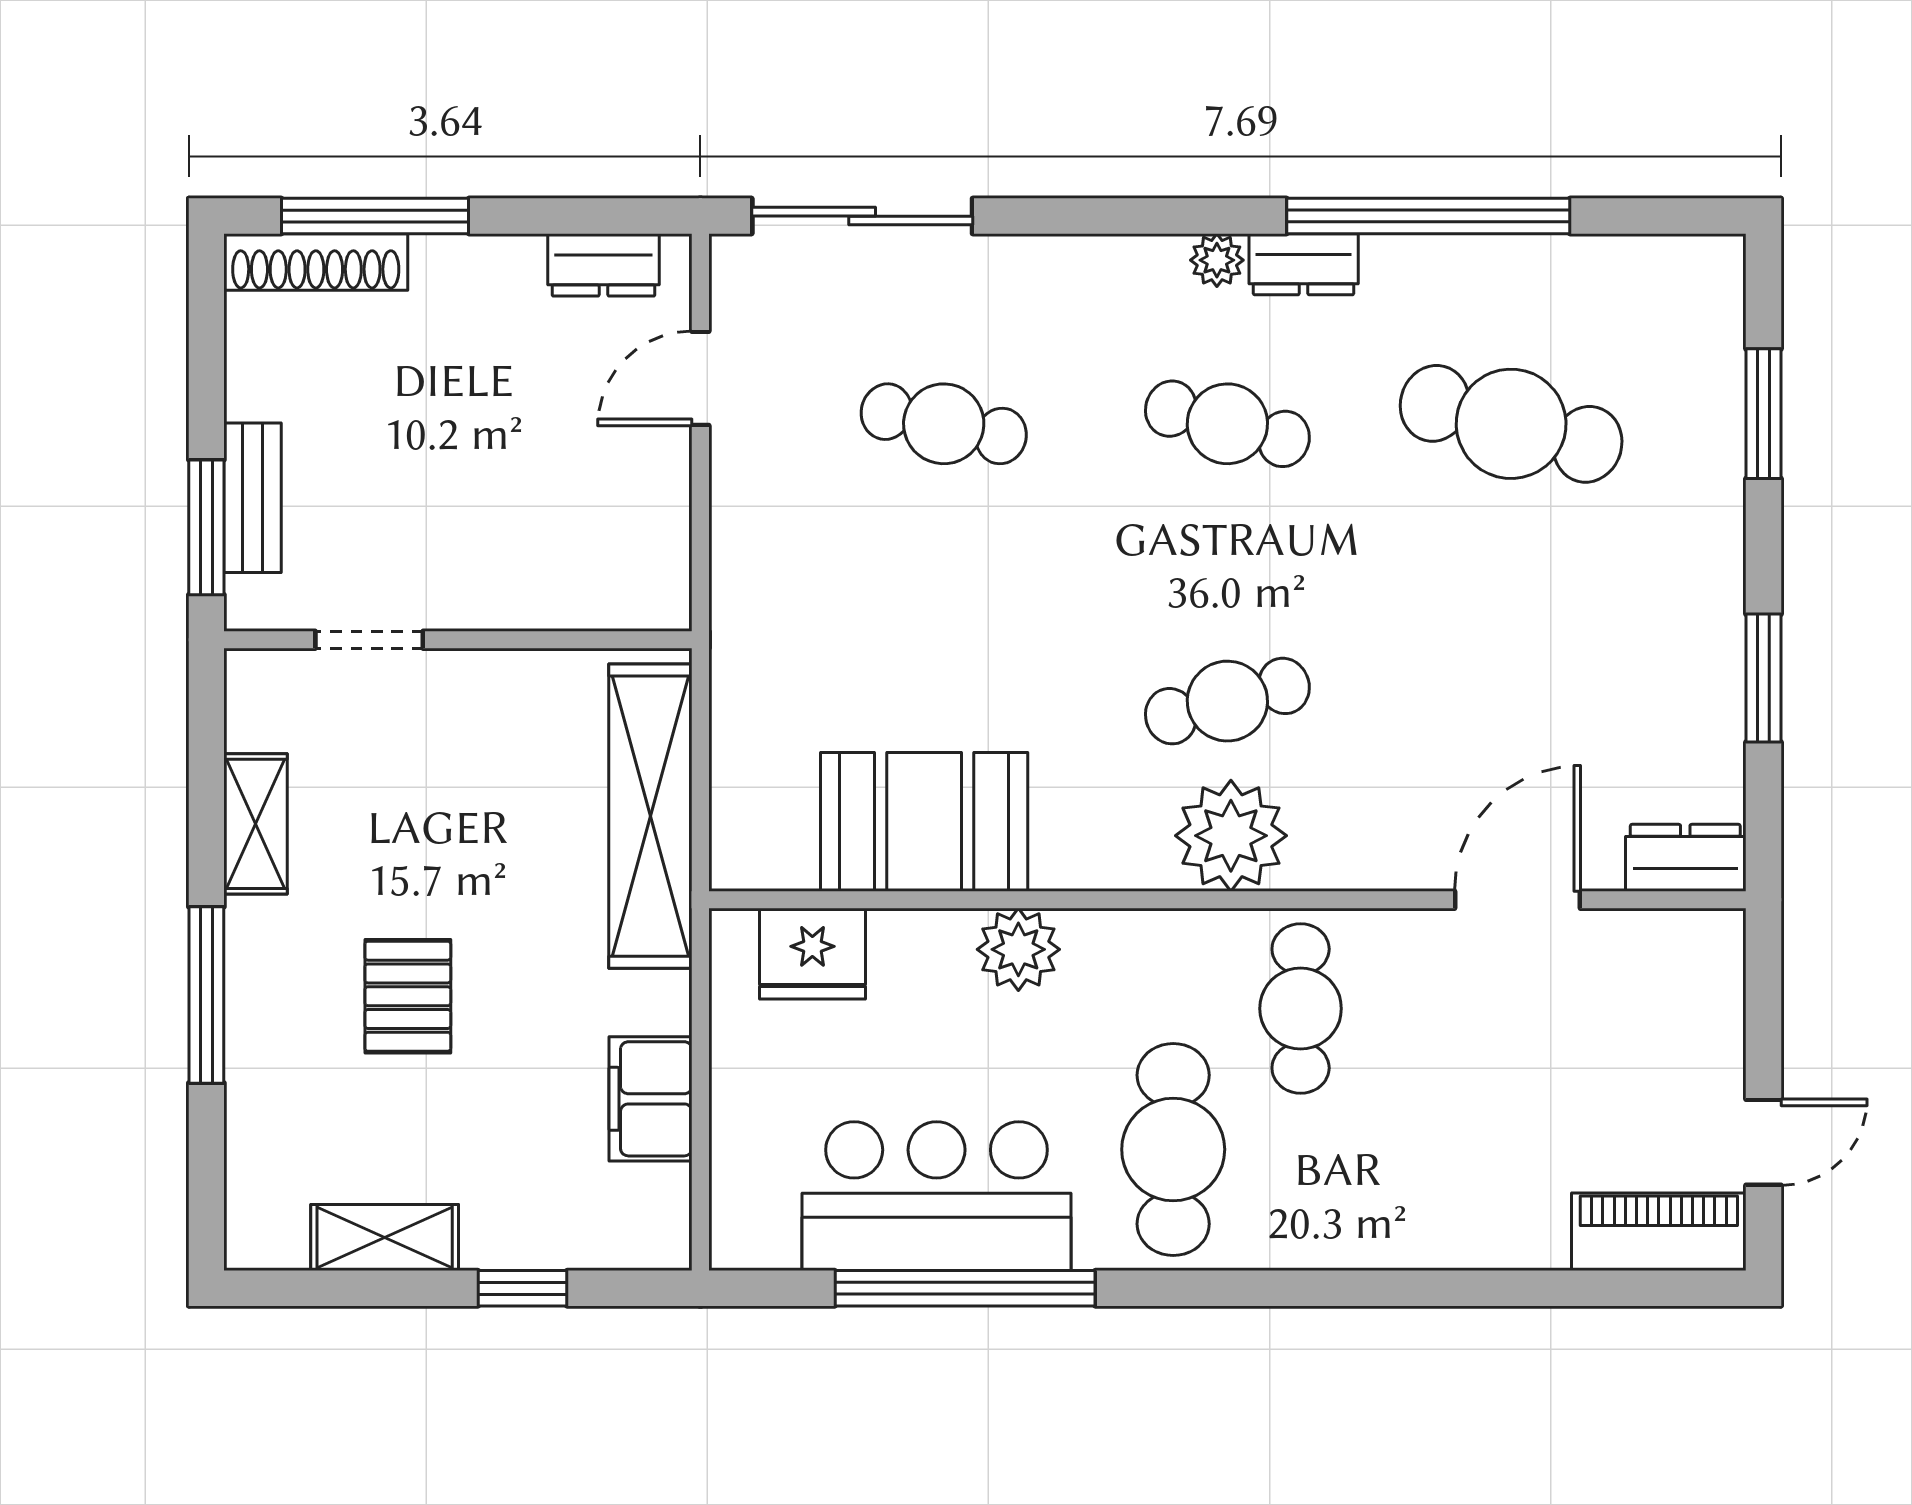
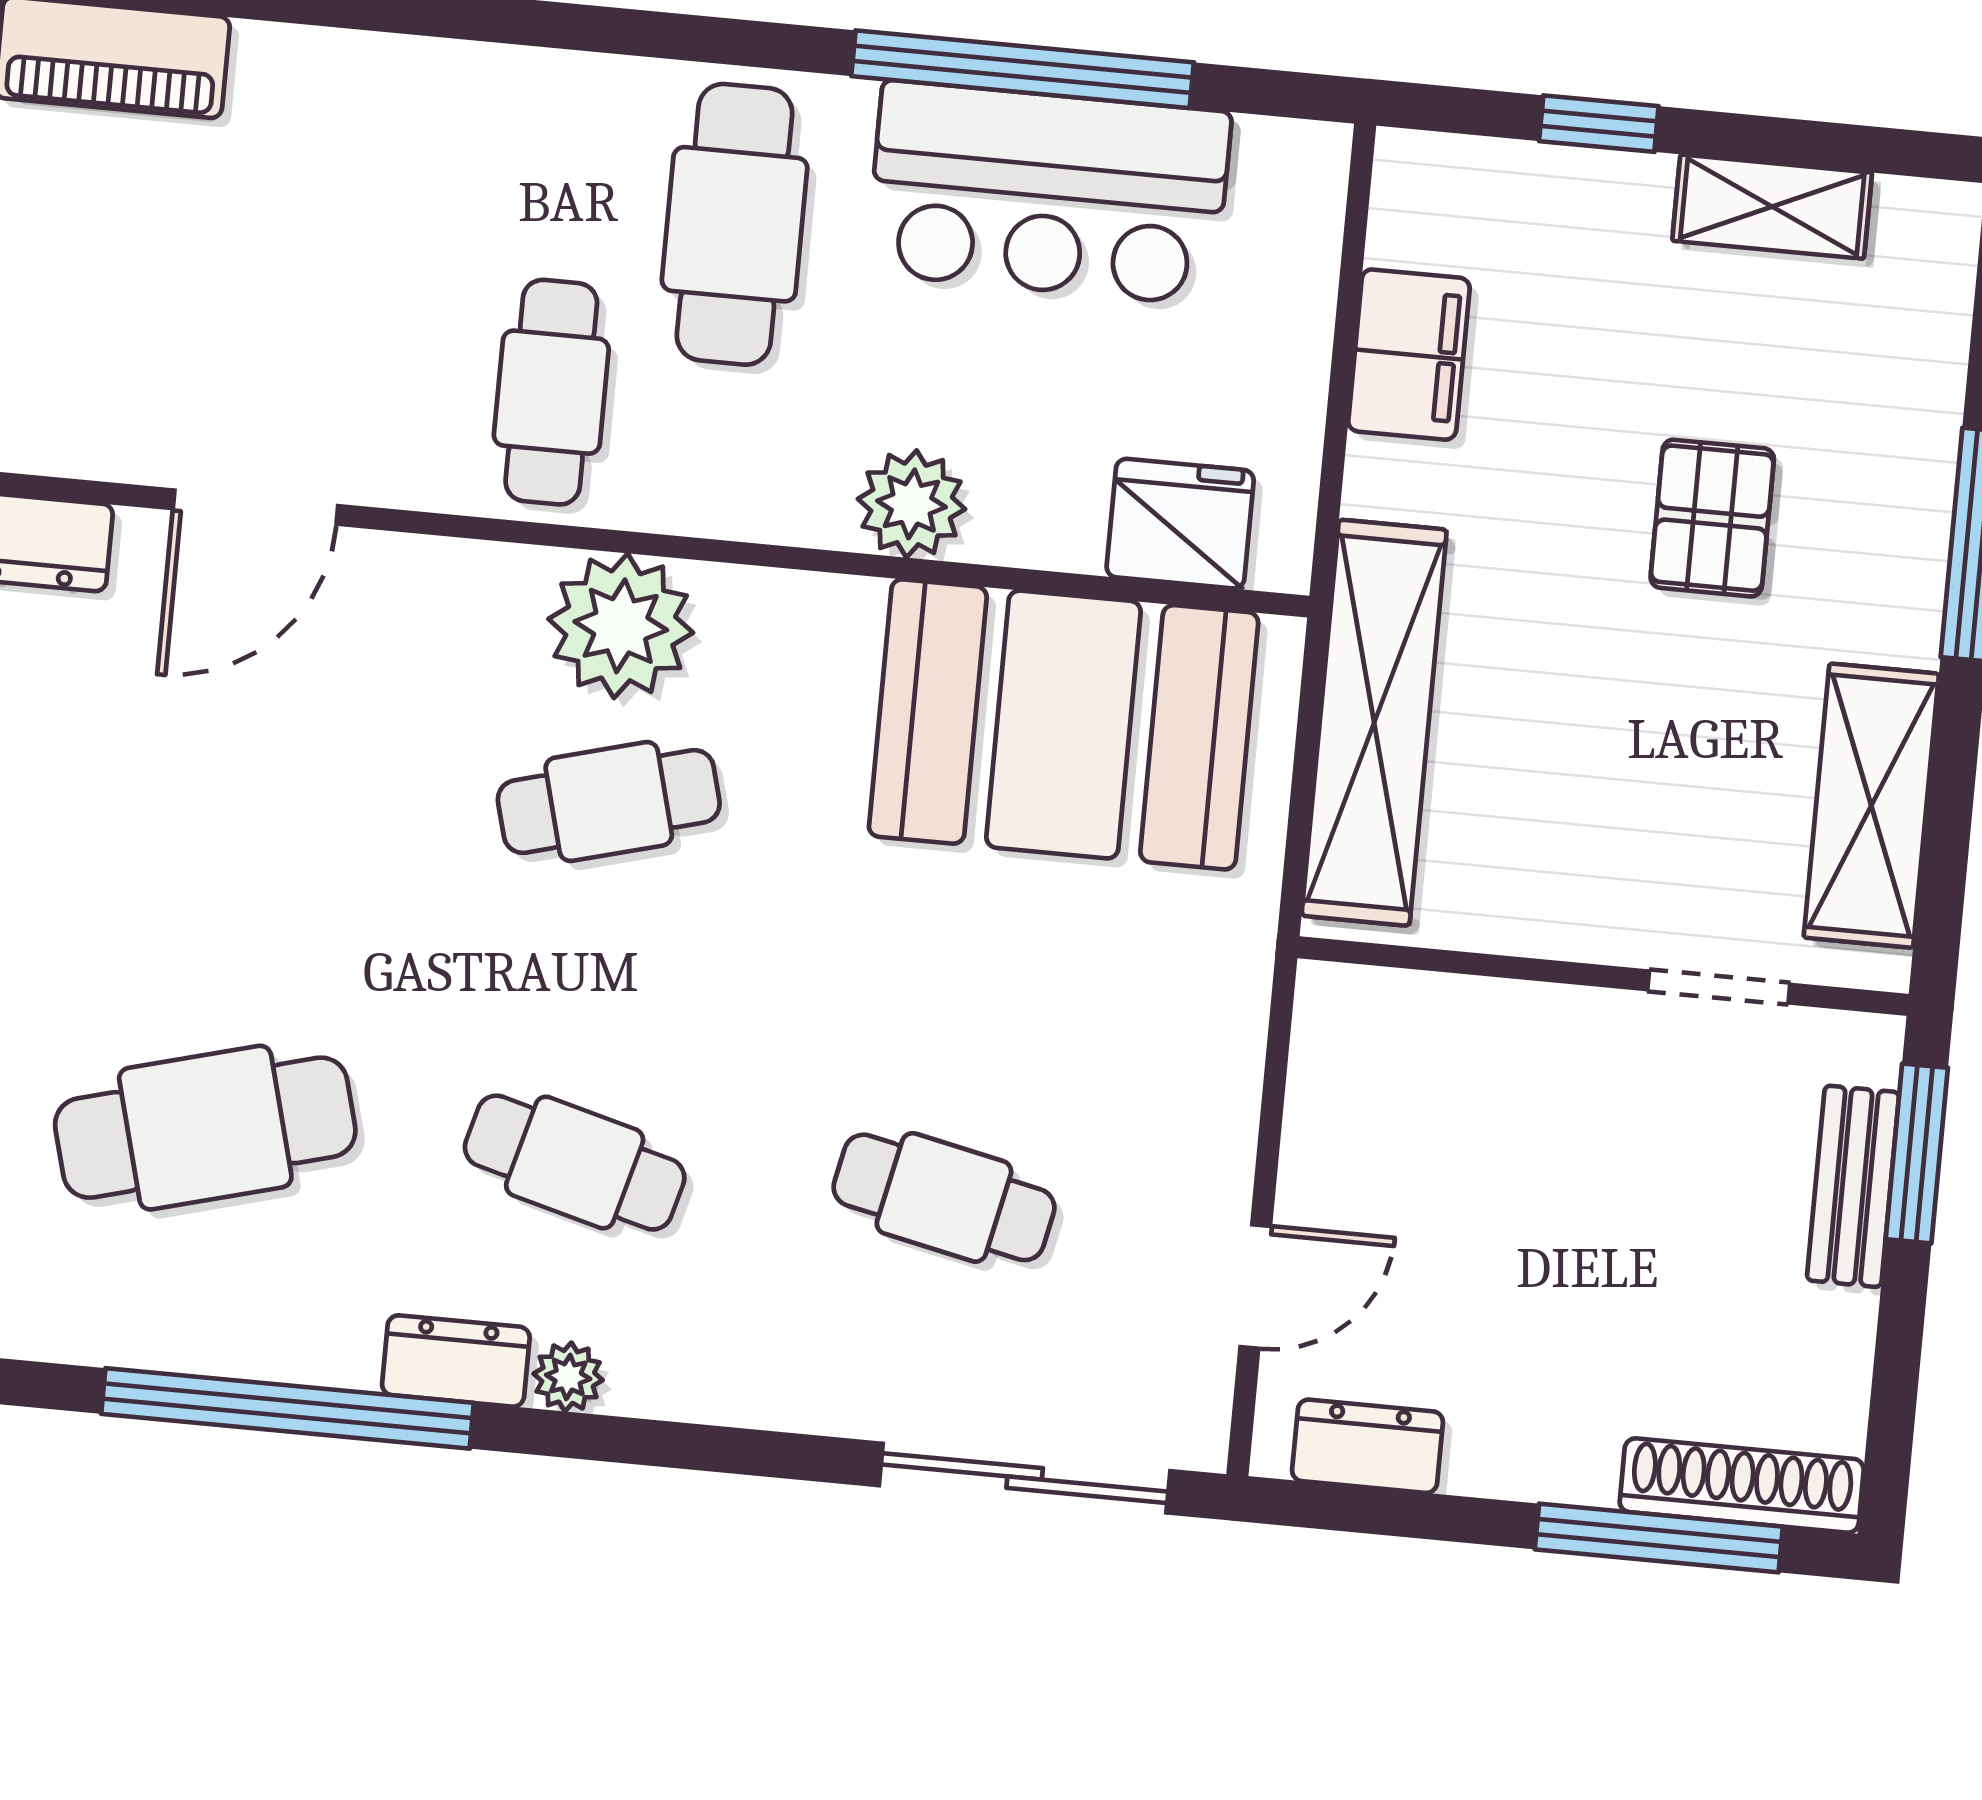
cafe table: (1511, 424) -> (205, 1128), turned -30
booth: (924, 822) -> (1064, 724), width x1.36, depth x1.42
shelving: (256, 824) -> (1871, 806), width x1.50, depth x1.33

